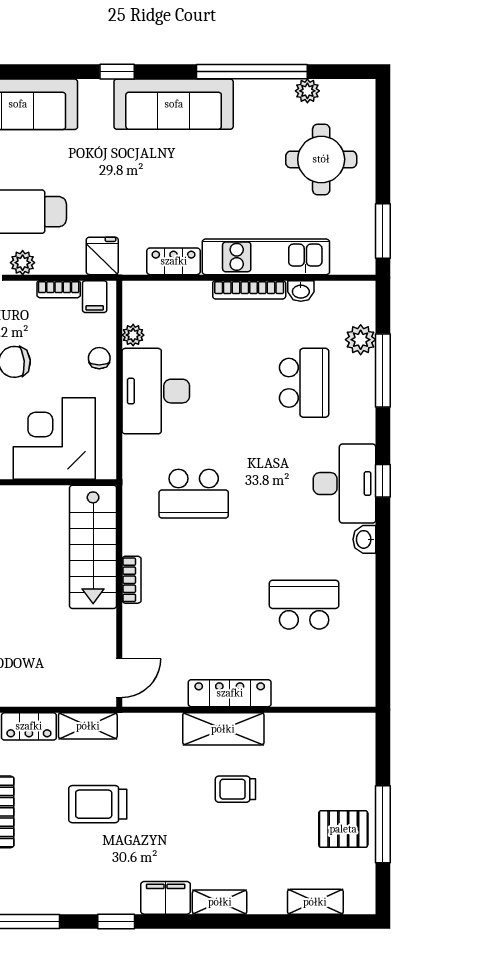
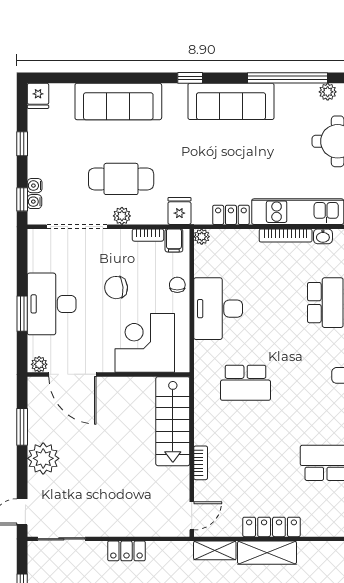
plant: (133, 335) -> (202, 237), moved
bookcase: (132, 580) -> (201, 463), moved
shelving: (88, 726) -> (215, 550), moved

